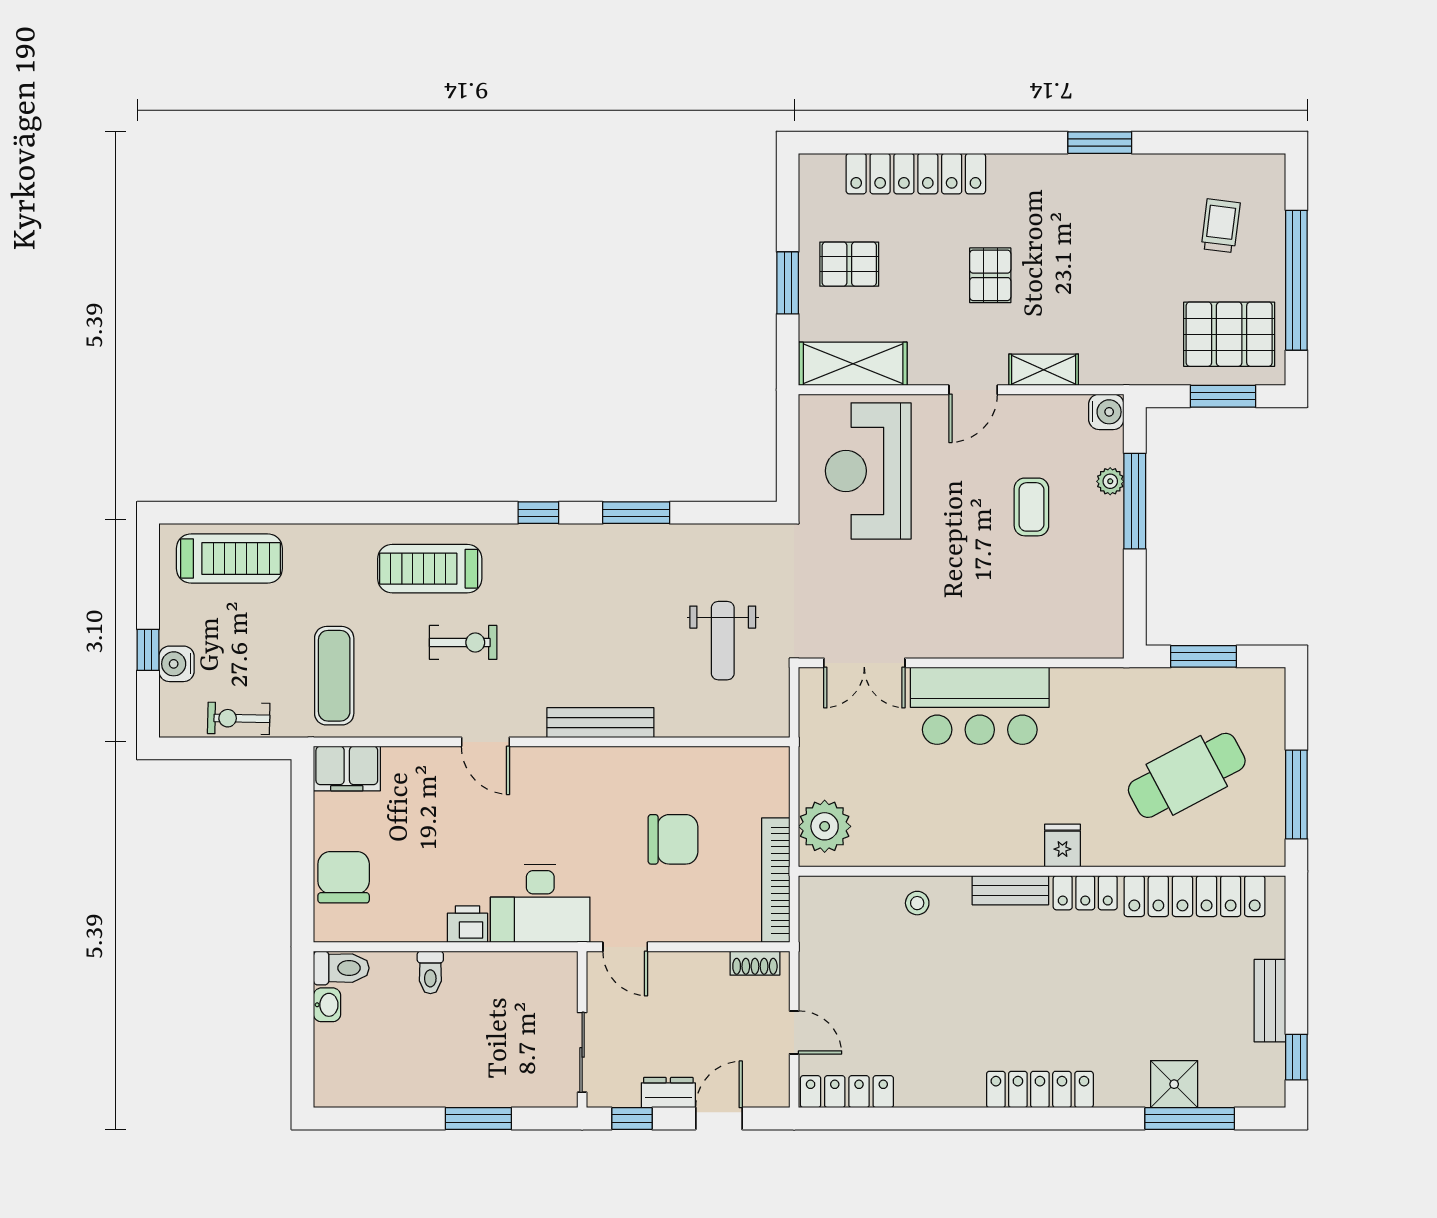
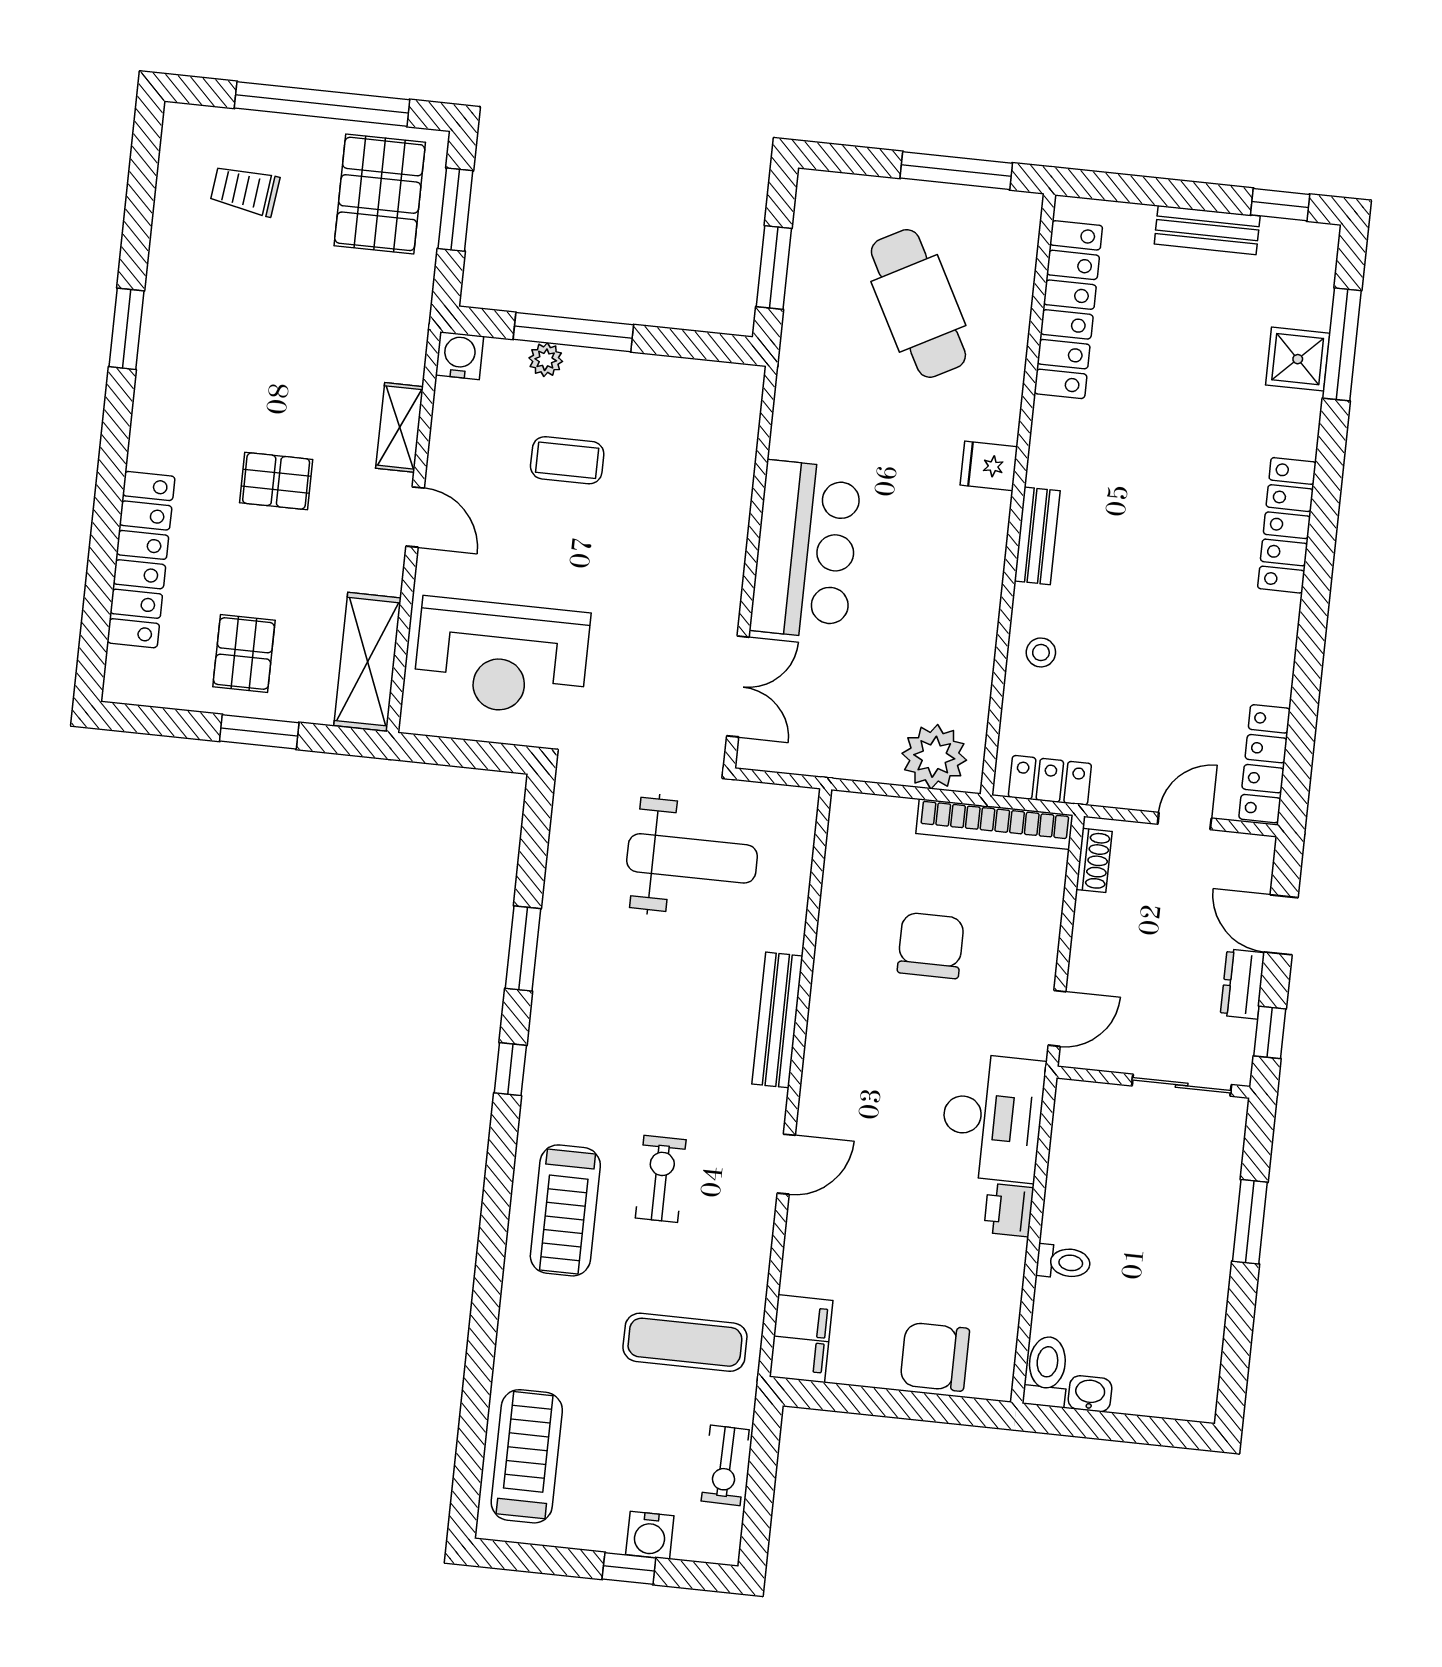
weight bench: (723, 641) -> (692, 858), width x1.36, depth x1.33
locker: (1085, 893) -> (1050, 780), moved, turned -90

